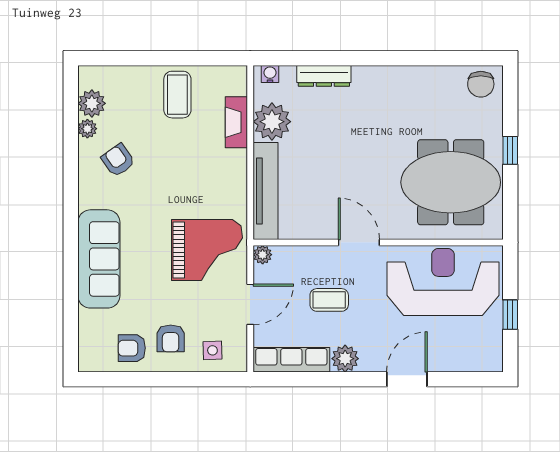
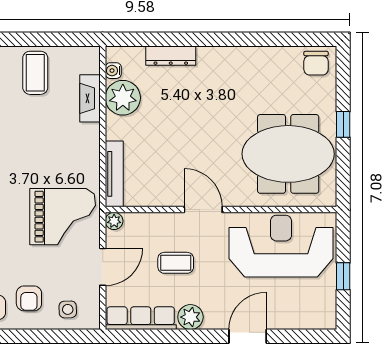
water cooler: (270, 74) -> (113, 71), moved, turned -90
tv unit: (266, 191) -> (114, 174), width x0.73, depth x0.78

